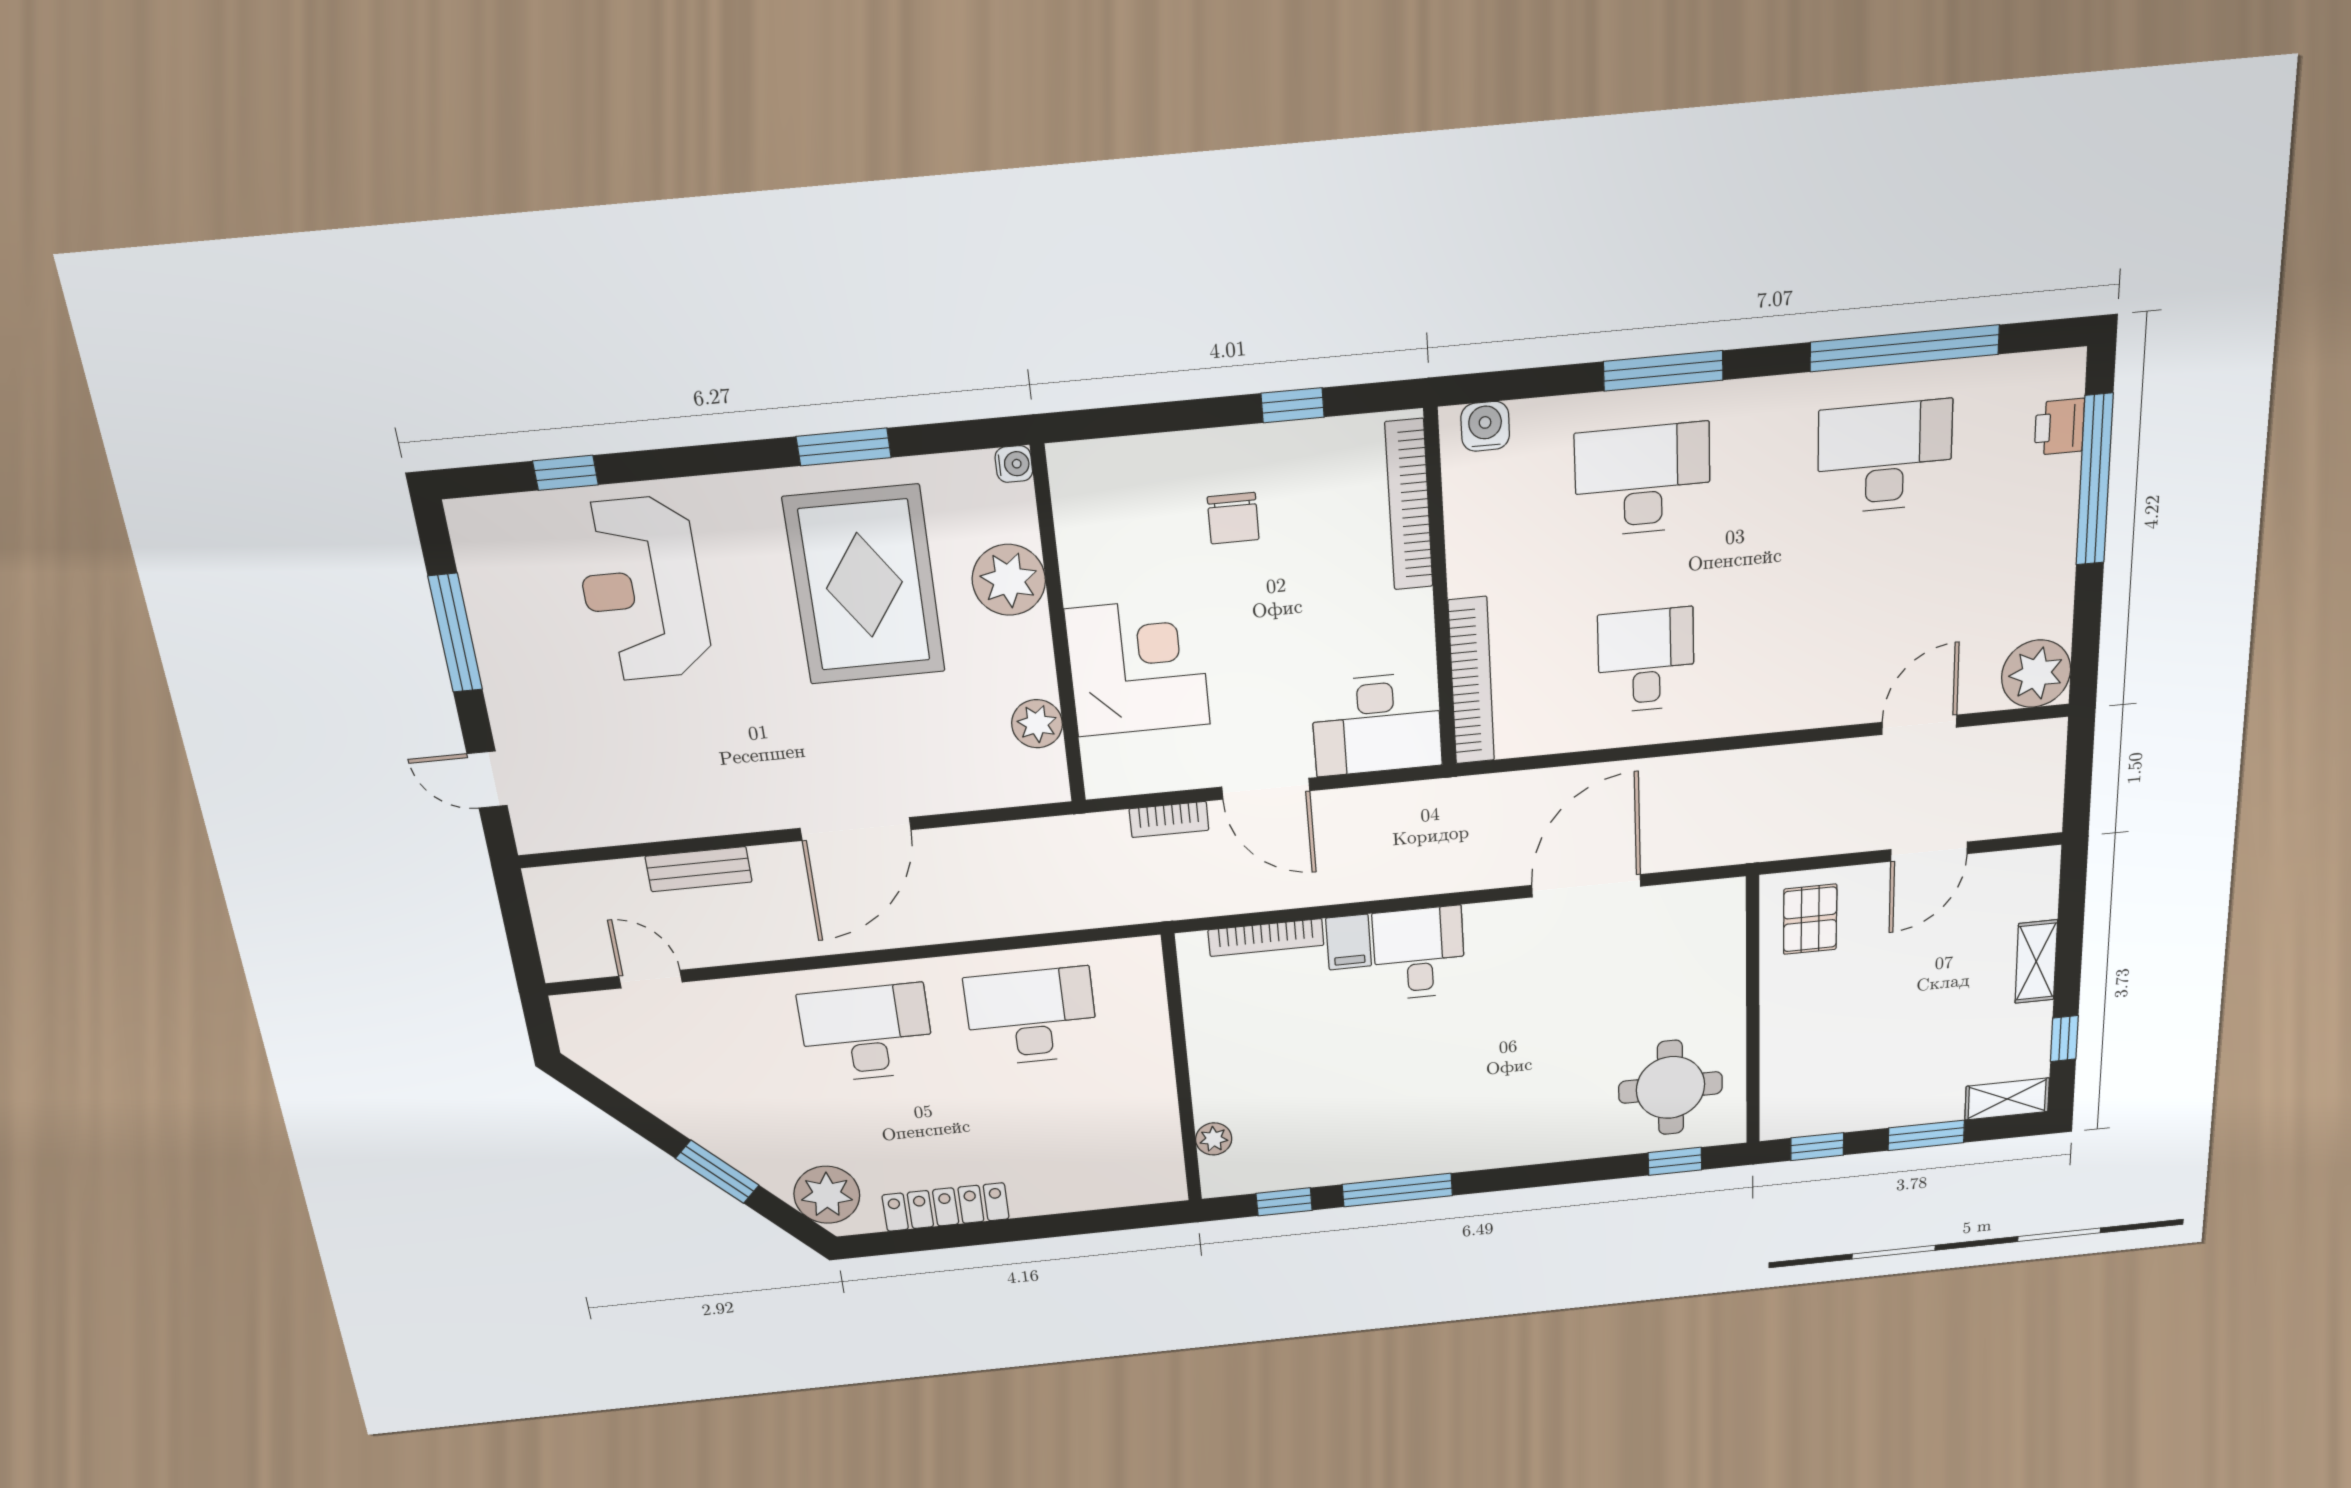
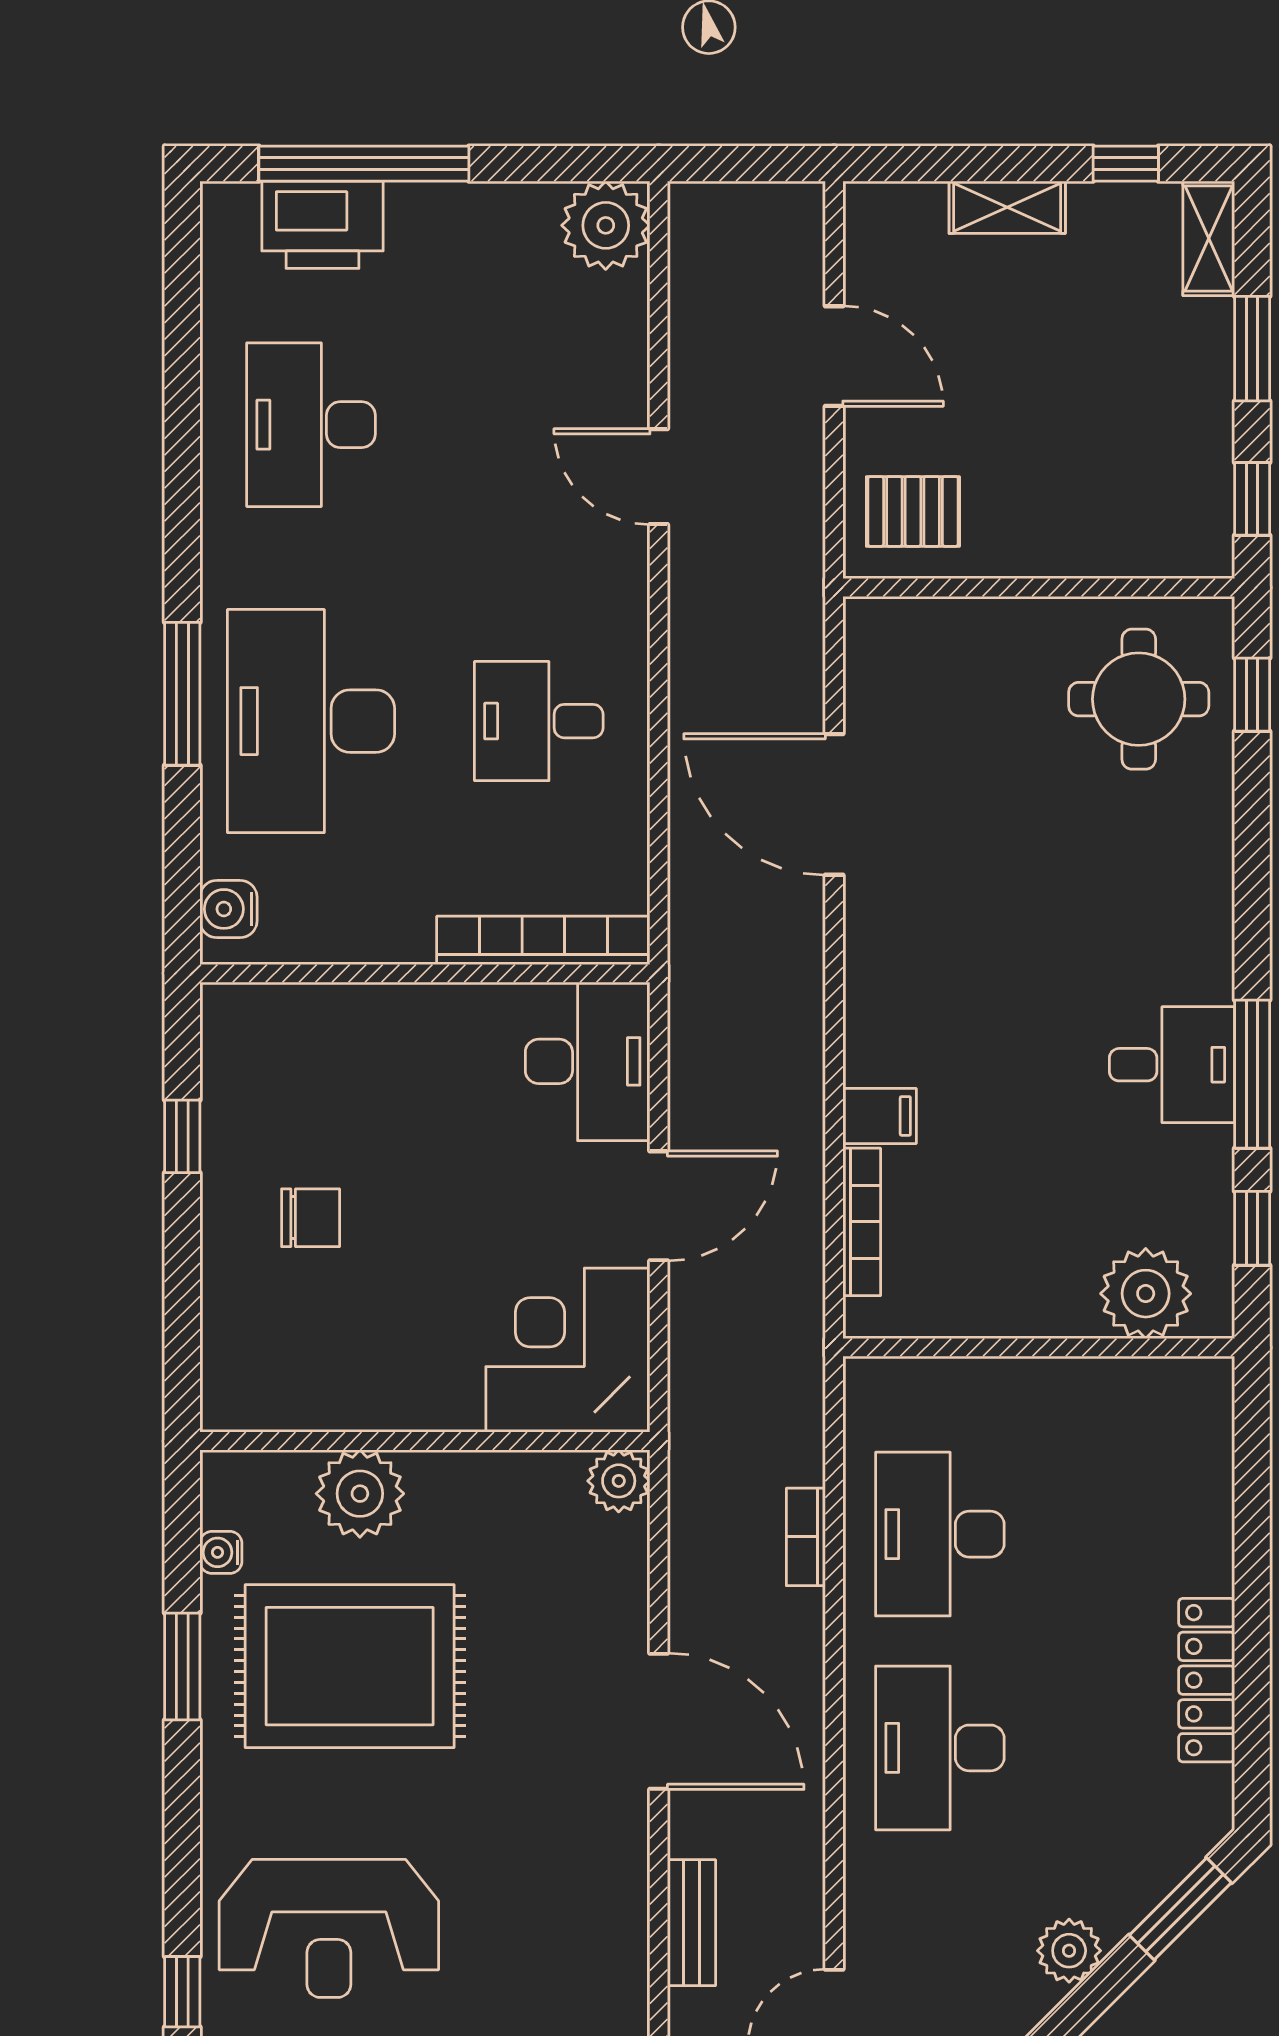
window: (1905, 348) -> (182, 403), removed
printer: (2059, 427) -> (322, 225), width x1.87, depth x1.48
water cooler: (1014, 464) -> (221, 1552), moved, turned -90
desk: (1643, 480) -> (311, 721), width x1.36, depth x1.30
bookcase: (1409, 505) -> (314, 1005), removed
corner desk: (1138, 667) -> (568, 1350), moved
plant: (1037, 724) -> (619, 1481), moved
door: (1919, 725) -> (659, 477), moved
bookcase: (1169, 819) -> (806, 1537), moved, turned 180
desk: (1419, 953) -> (1172, 1065), moved, turned 180
plant: (1214, 1139) -> (1146, 1294), width x1.88, depth x1.88
window: (717, 1172) -> (1180, 1909), moved
plant: (827, 1195) -> (1069, 1951), moved, width x0.73, depth x0.73

